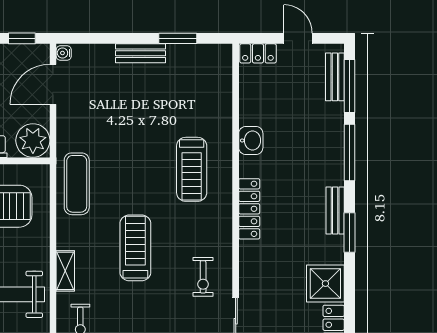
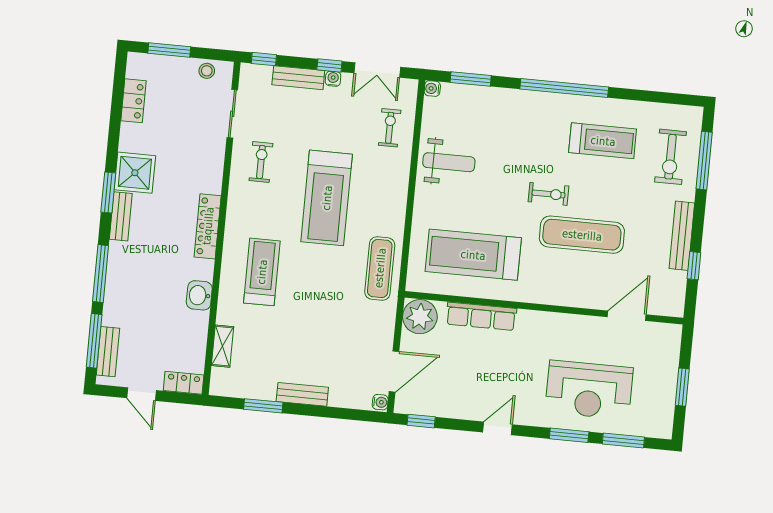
treadmill: (135, 248) -> (327, 198), width x1.37, depth x1.38
shelving: (65, 271) -> (222, 346), moved
shower: (325, 284) -> (135, 173), moved

